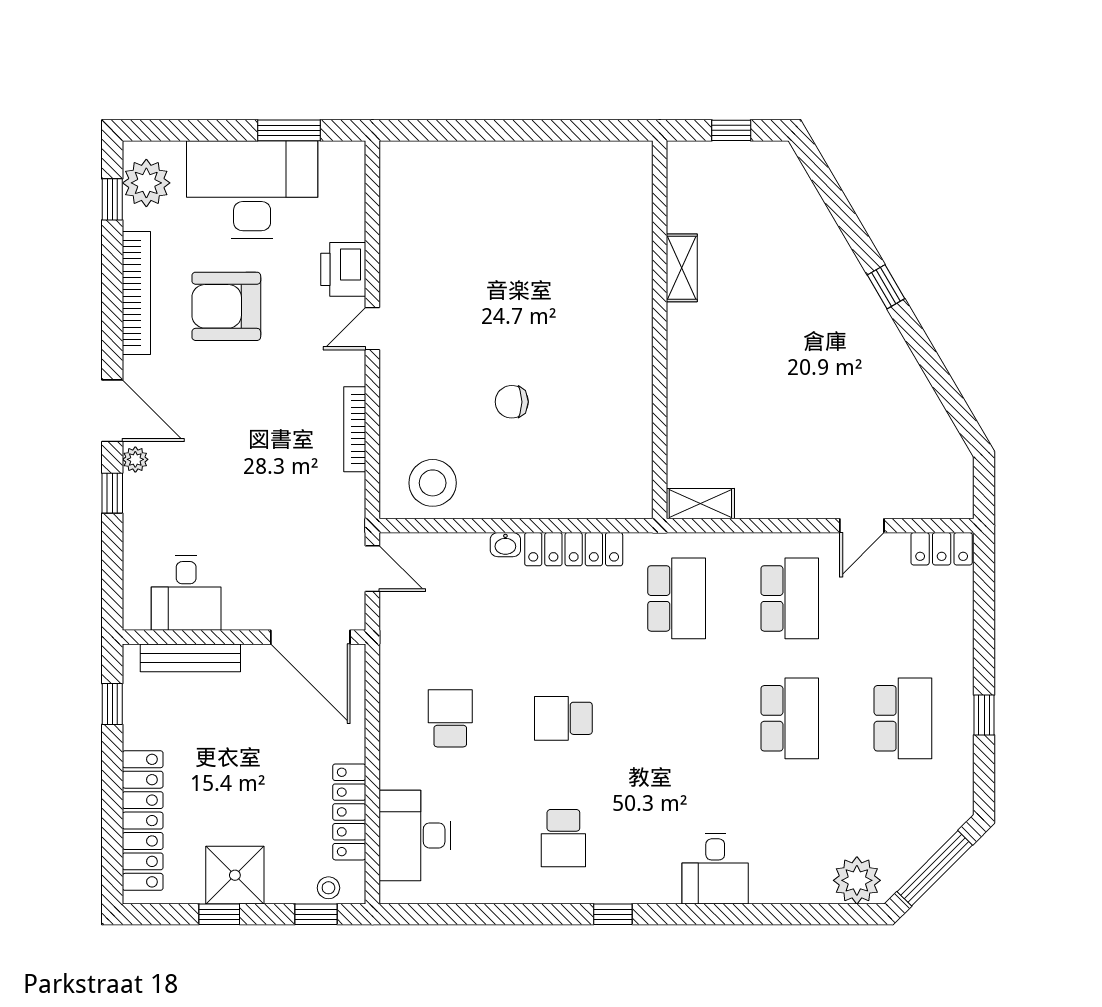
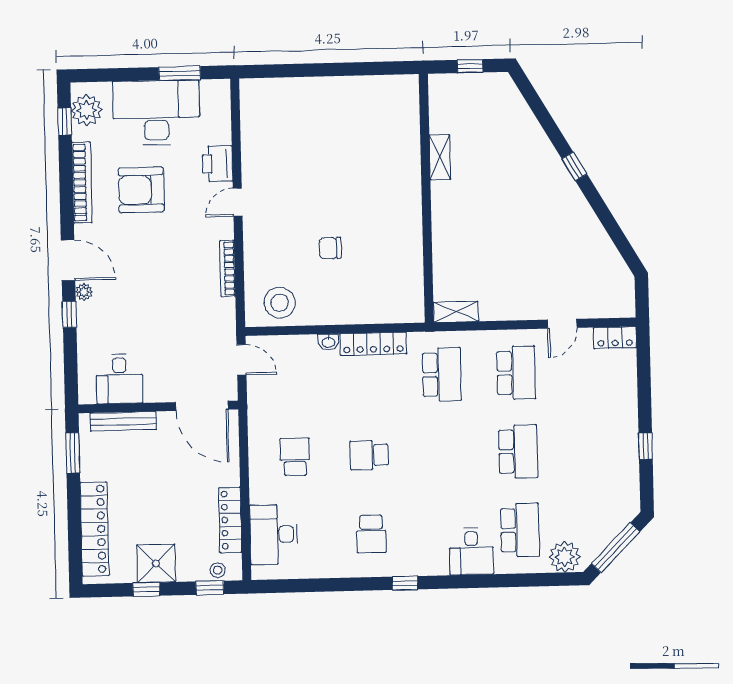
window: (112, 704) -> (73, 453), width x1.50
school desk: (903, 718) -> (520, 530), moved

